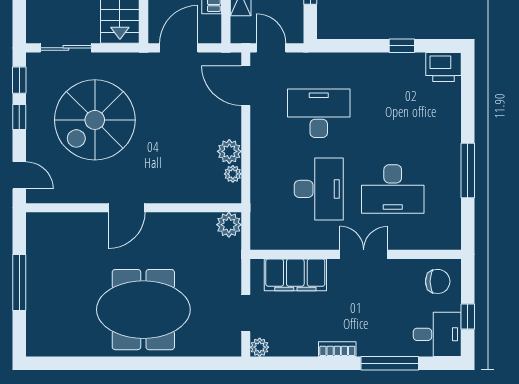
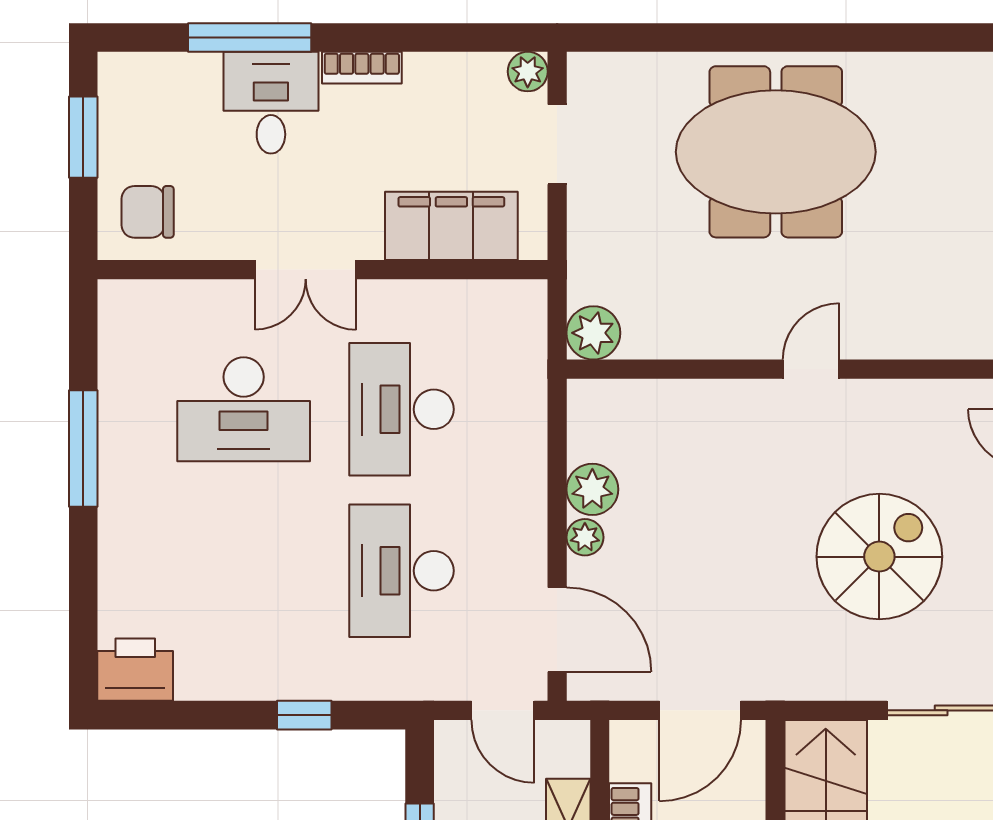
window: (402, 46) -> (304, 715), moved
desk: (319, 113) -> (401, 571), turned 90
spiral stairs: (95, 120) -> (879, 557), width x0.73, depth x0.73
plant: (233, 174) -> (585, 537), moved
desk: (393, 189) -> (244, 409), turned 180
door: (127, 208) -> (811, 369), width x0.73
window: (468, 316) -> (83, 137), width x1.50
desk: (437, 334) -> (271, 103), moved, turned 90

